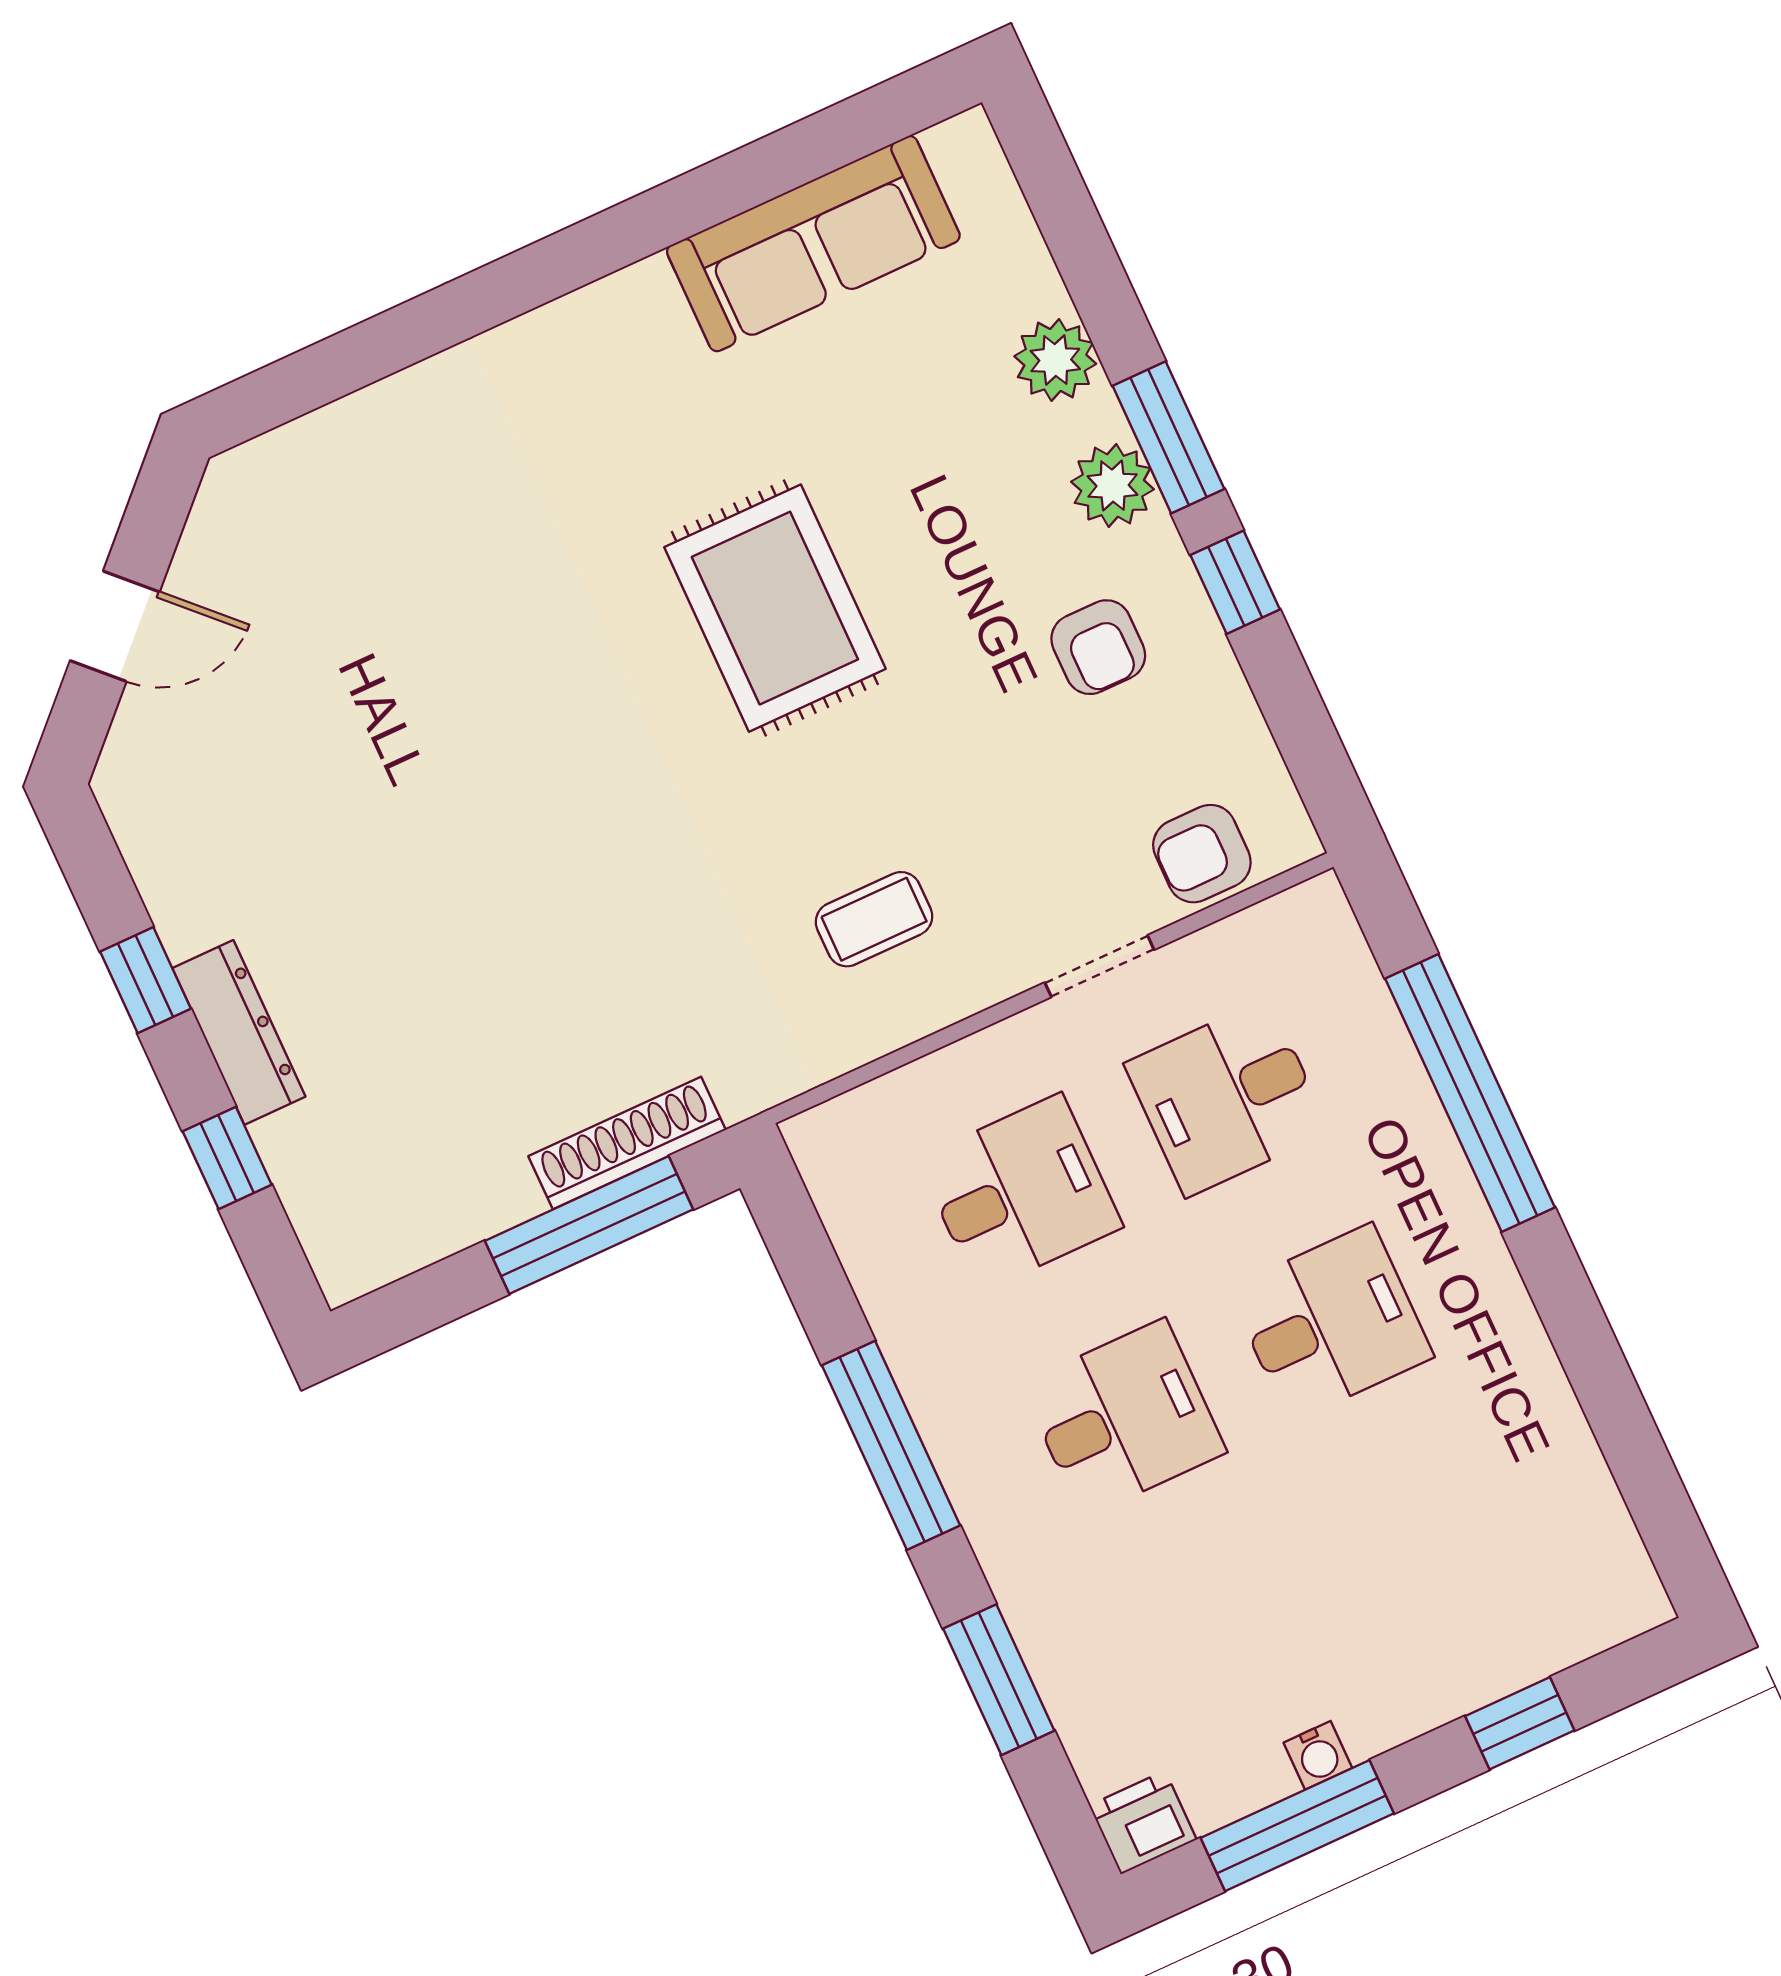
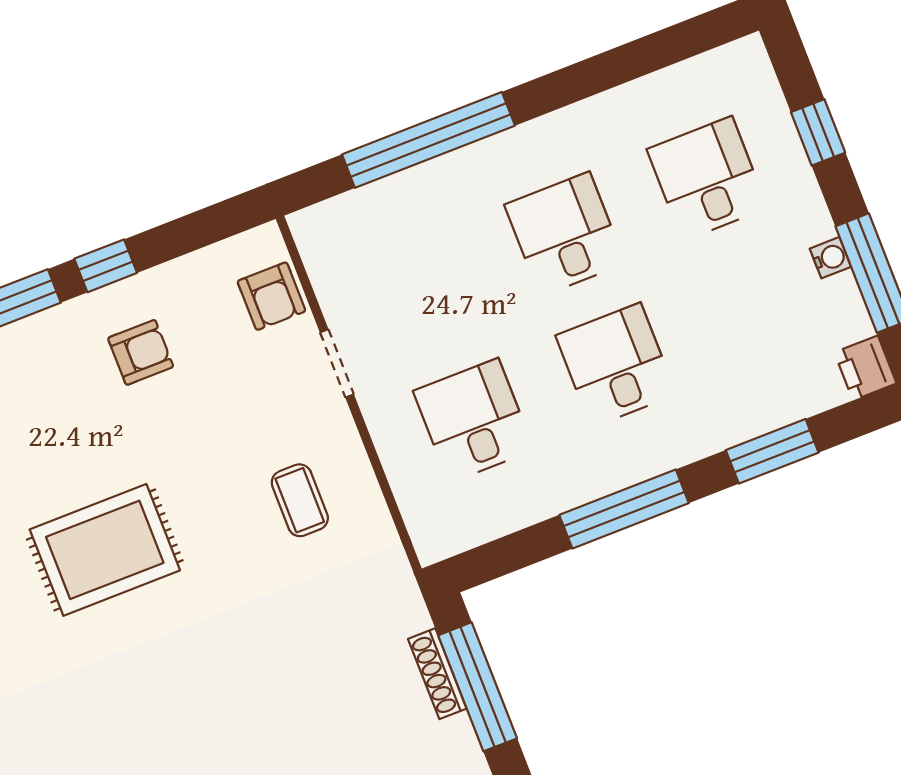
plant: (1113, 486) -> (42, 338), removed
desk: (1227, 1098) -> (707, 179), moved, turned 180
shoe rack: (627, 1143) -> (437, 674), width x0.74, depth x0.81

